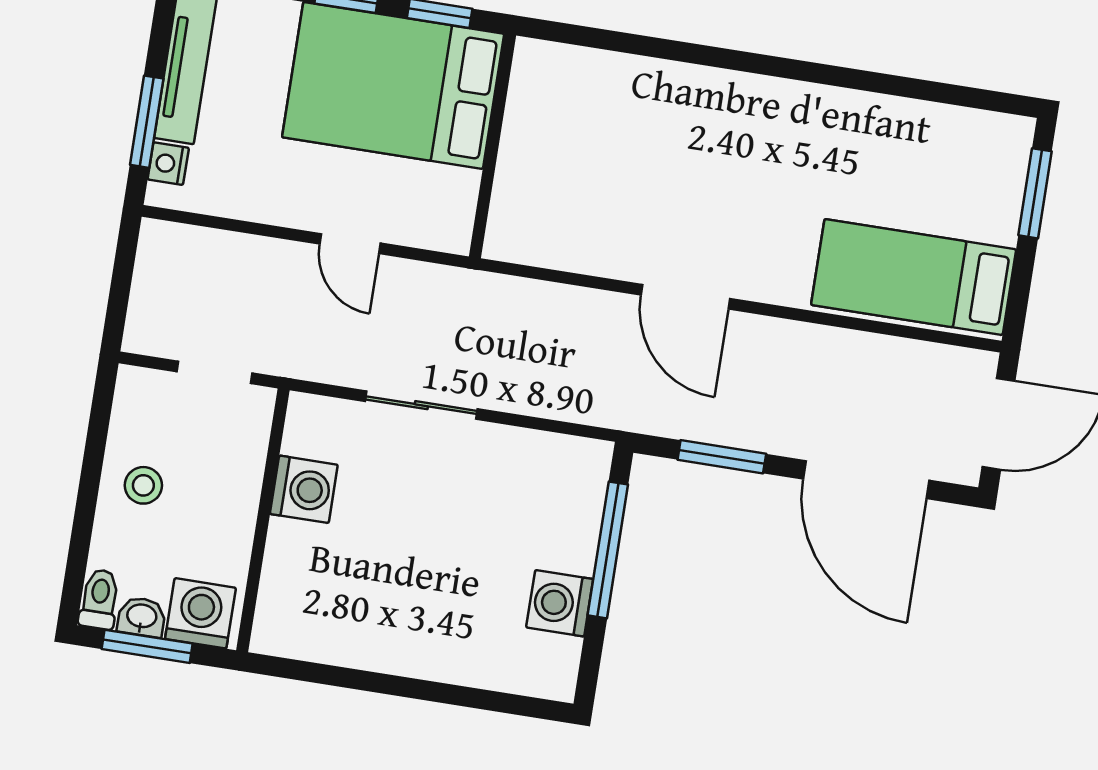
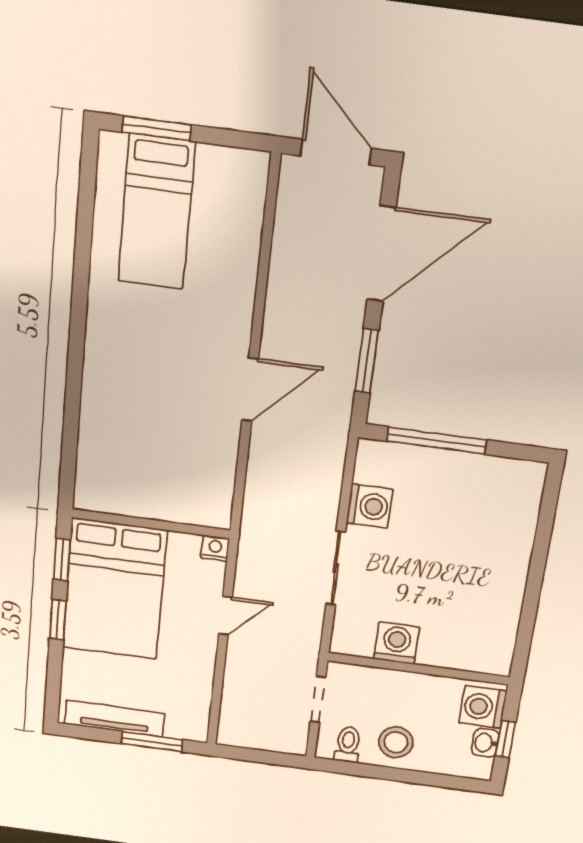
nightstand: (168, 164) -> (215, 548), moved, turned 180
bed: (914, 277) -> (156, 212), moved
stool: (143, 485) -> (396, 742), width x1.37, depth x1.37
toilet: (99, 599) -> (348, 745), moved, turned 90
washing machine: (560, 603) -> (370, 506), moved, turned -90
window: (147, 646) -> (505, 739), width x0.67

